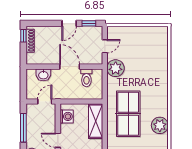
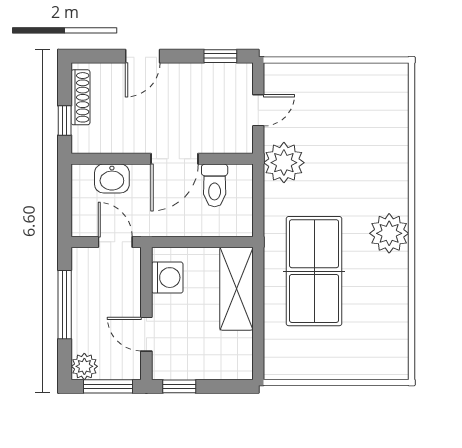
door: (69, 23) -> (143, 56), moved
window: (23, 36) -> (65, 121), moved
door: (70, 67) -> (175, 159), swing flipped
door: (45, 102) -> (115, 242), hinge flipped
plant: (160, 125) -> (389, 233), moved

